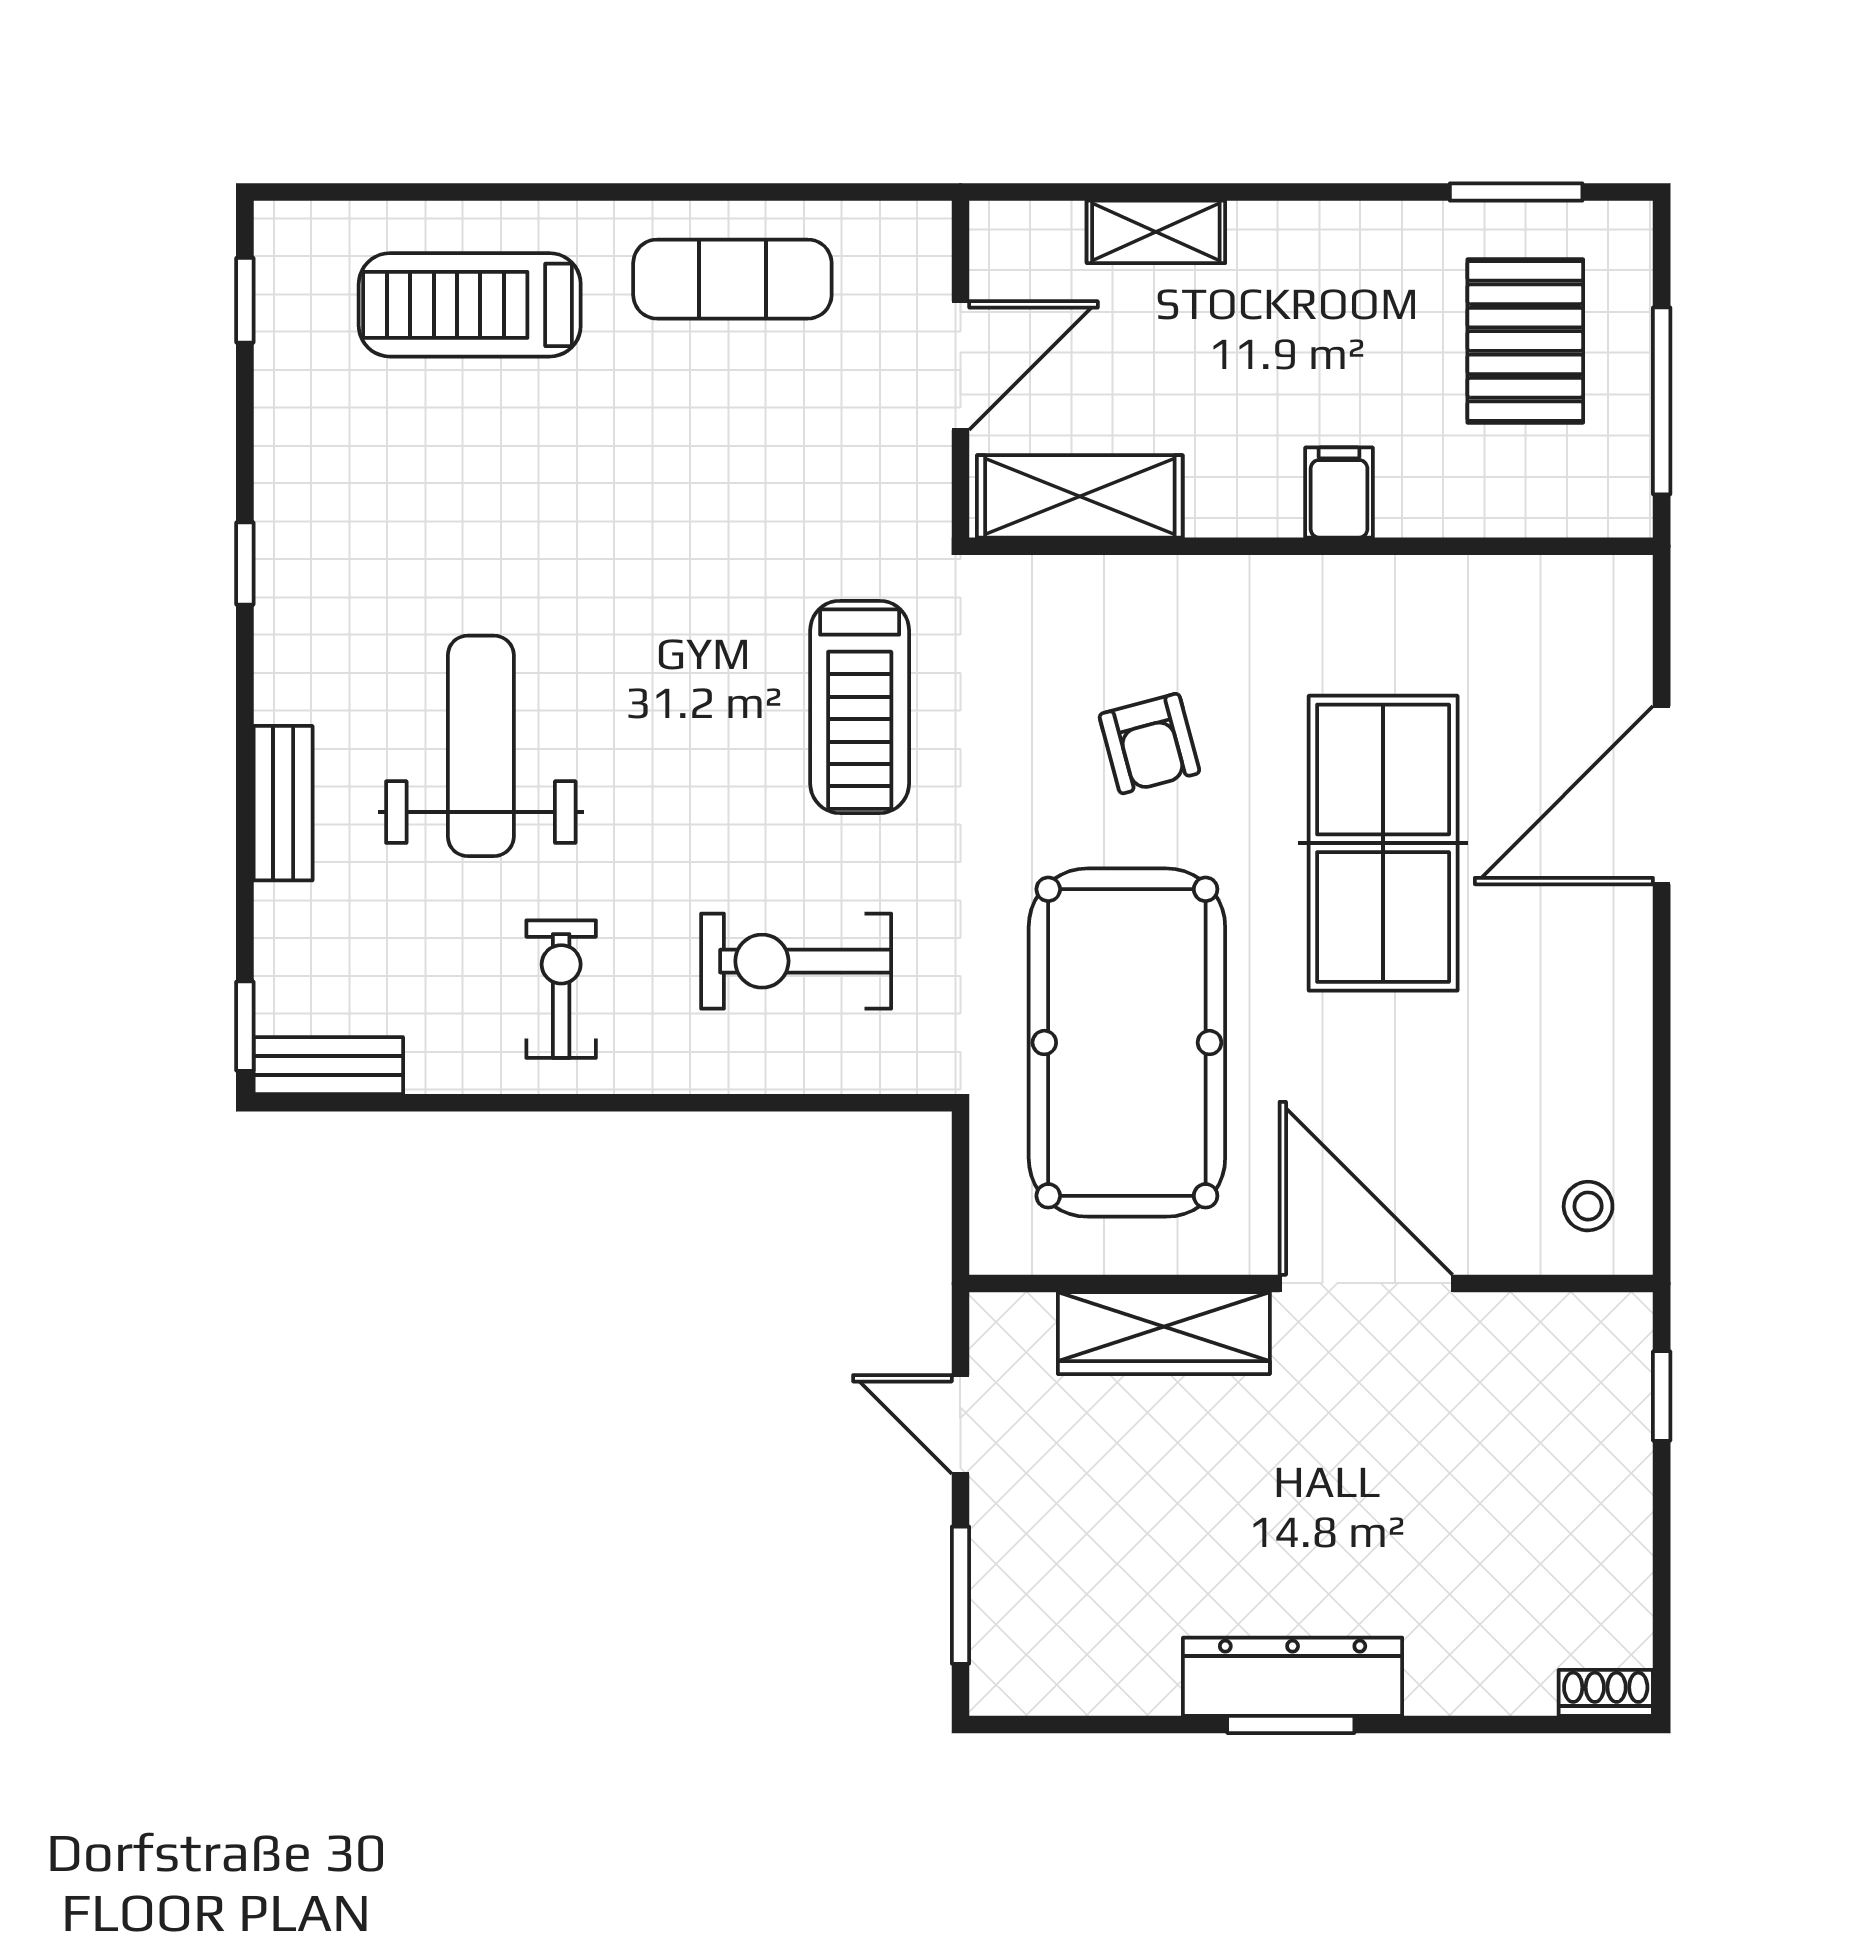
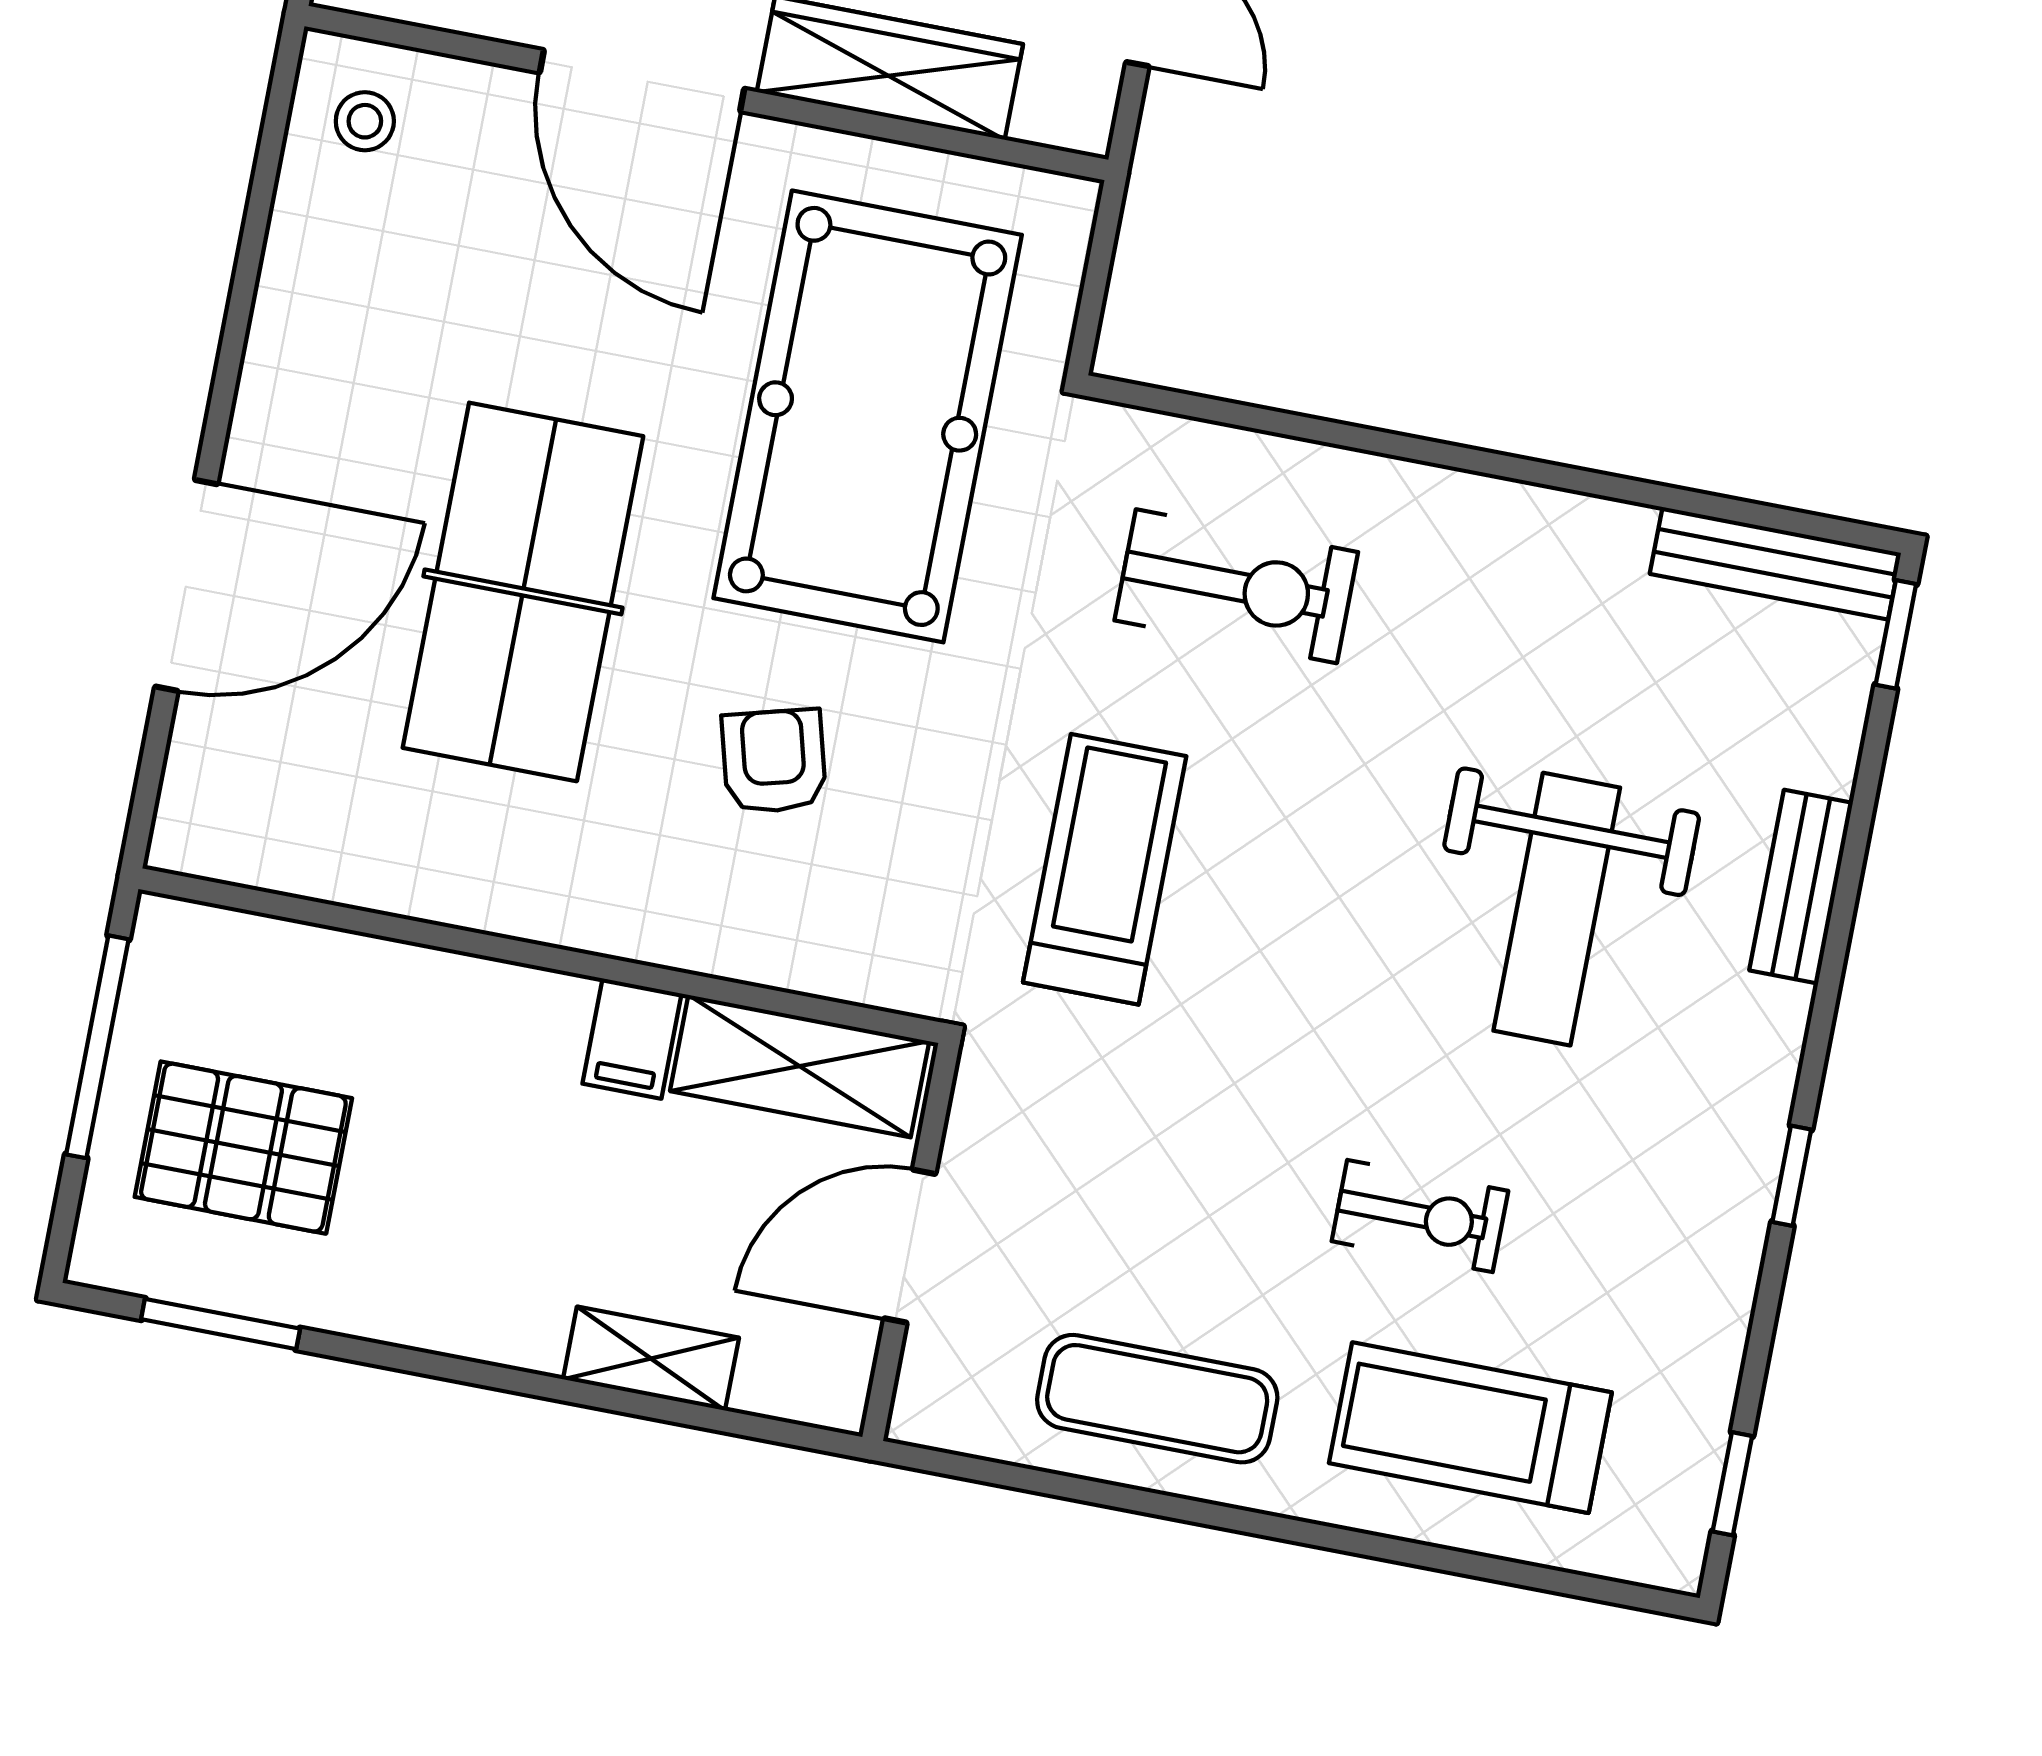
treadmill: (470, 305) -> (1470, 1428), turned 180
pallet: (1525, 341) -> (243, 1148), turned 90
filing cabinet: (1339, 492) -> (632, 1039), moved
exercise bike: (561, 989) -> (1420, 1216), moved, turned -90
bench: (328, 1066) -> (1775, 563), width x1.36

